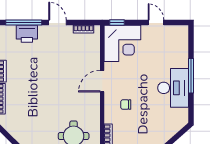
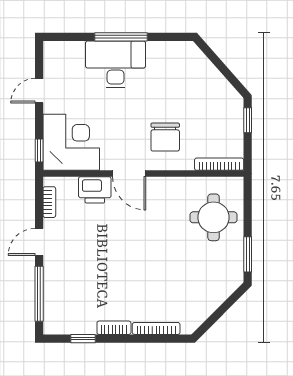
printer: (27, 34) -> (95, 190), moved, turned 90
desk: (173, 88) -> (115, 64), moved
chair: (126, 105) -> (165, 137), width x1.87, depth x1.87

